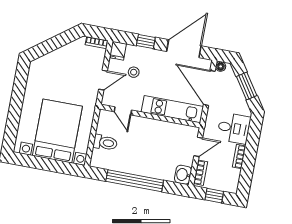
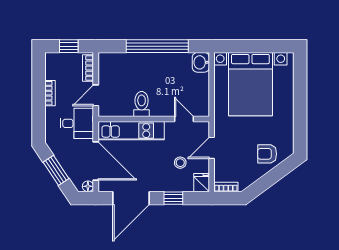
armchair: (54, 65) -> (267, 154), added
desk: (234, 128) -> (77, 123), moved, turned 180
toilet: (105, 143) -> (142, 104), moved, turned 90
washbasin: (183, 175) -> (201, 62), moved, turned 180

